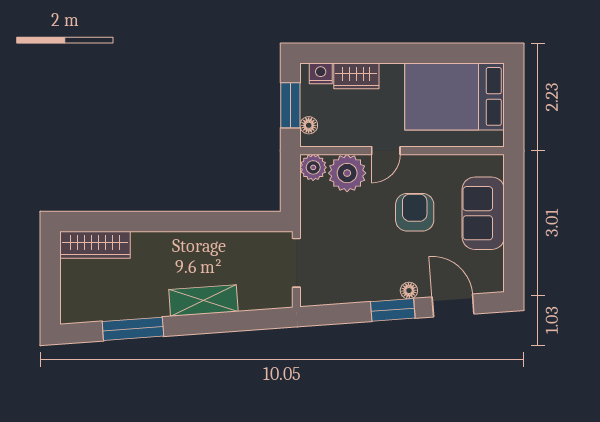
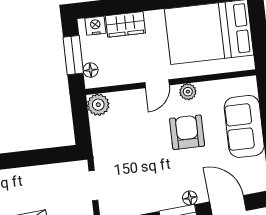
plant: (347, 173) -> (188, 92), moved, width x0.53, depth x0.53
doorway: (296, 263) -> (93, 186), width x0.73

